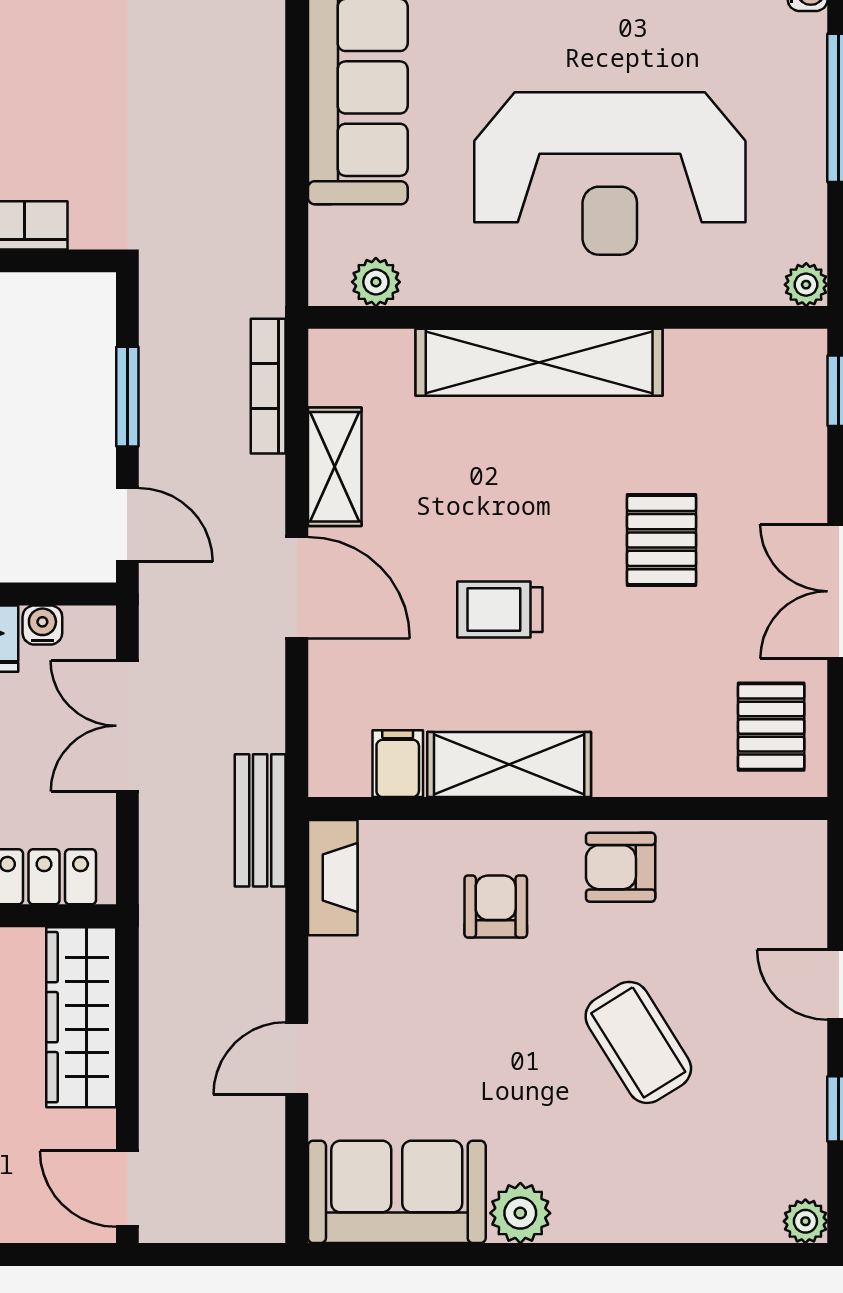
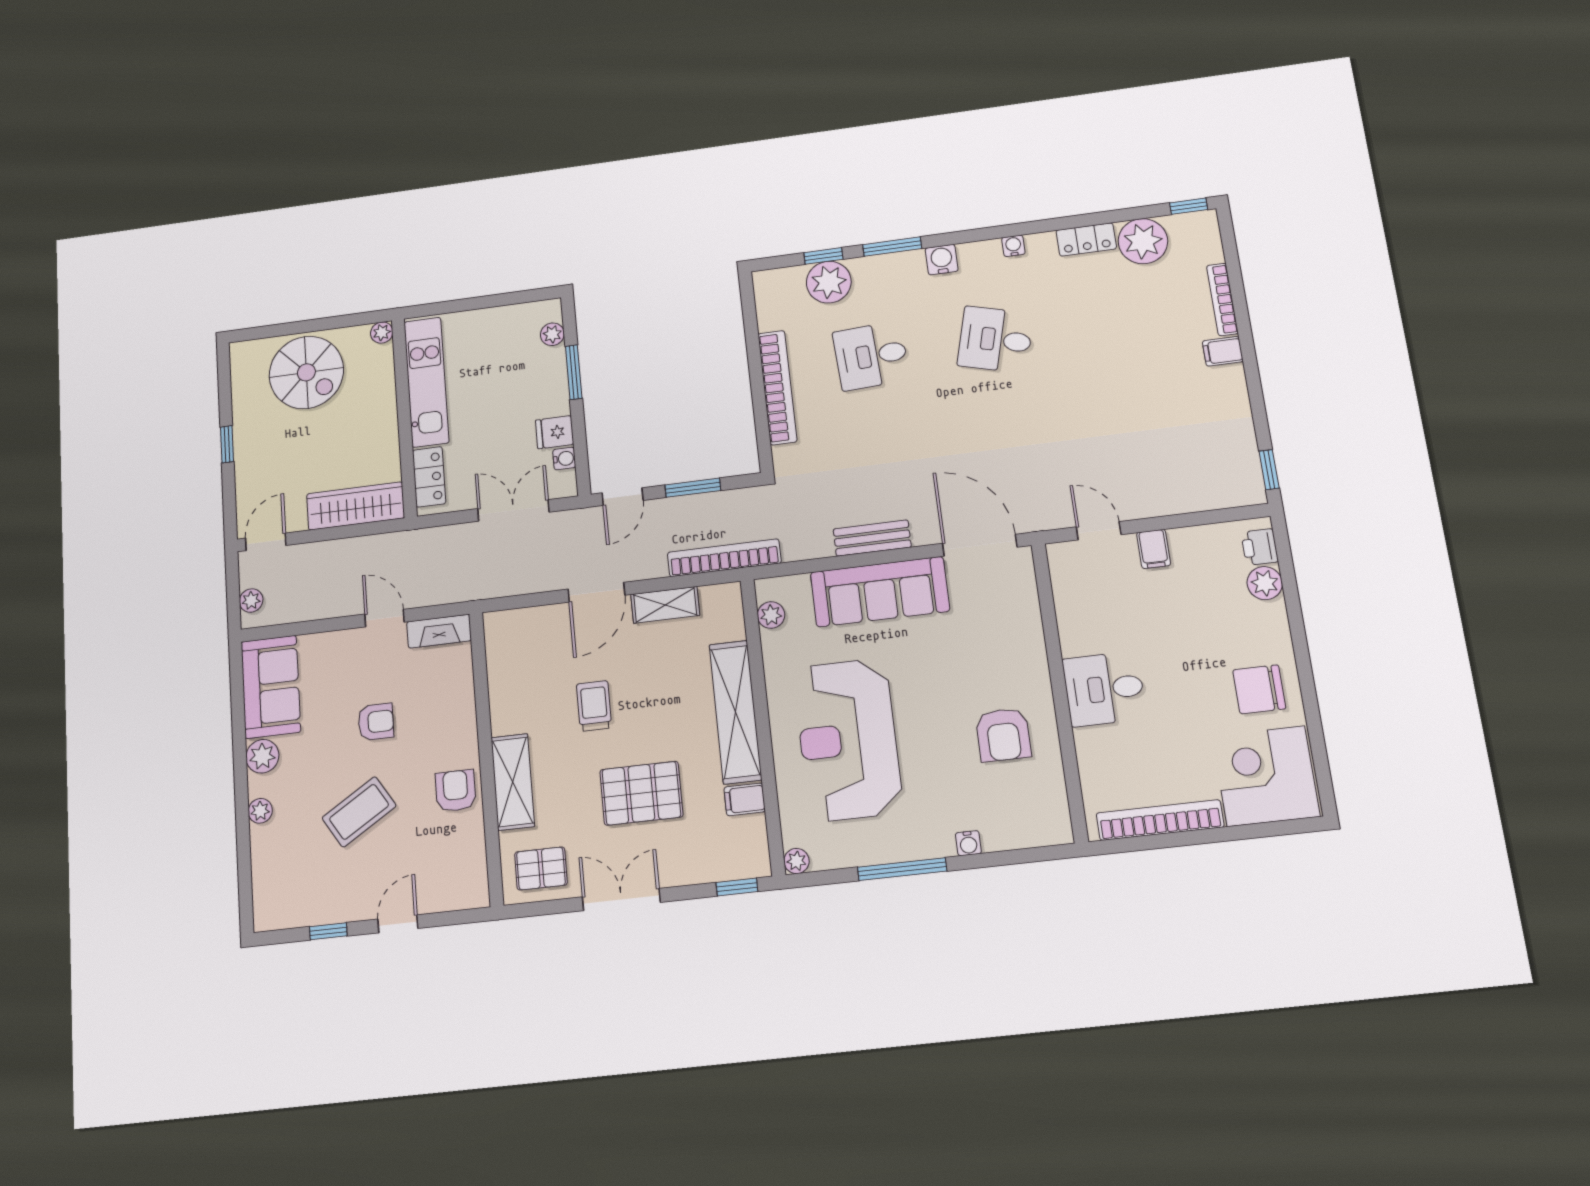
bookcase: (268, 386) -> (724, 558), width x1.48, depth x1.31
pallet: (662, 540) -> (641, 793), width x1.50, depth x1.42
filing cabinet: (398, 764) -> (745, 799), moved, turned 180
shelving: (509, 765) -> (513, 782), moved
bench: (260, 820) -> (872, 538), moved
armchair: (496, 907) -> (376, 722), moved
door: (297, 1058) -> (385, 618), moved
plant: (234, 1221) -> (251, 600), added
plant: (805, 1221) -> (260, 811), moved

